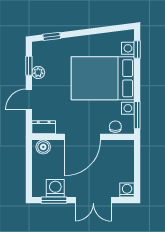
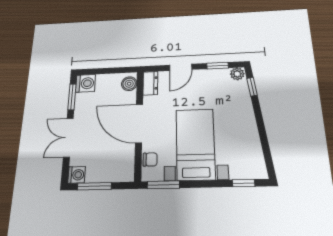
plant: (38, 72) -> (237, 74), moved
bed with nightstands: (103, 78) -> (195, 144), width x0.73
door: (29, 99) -> (181, 67), swing flipped
window: (137, 174) -> (94, 186), added
washing machine: (55, 188) -> (86, 83), moved

